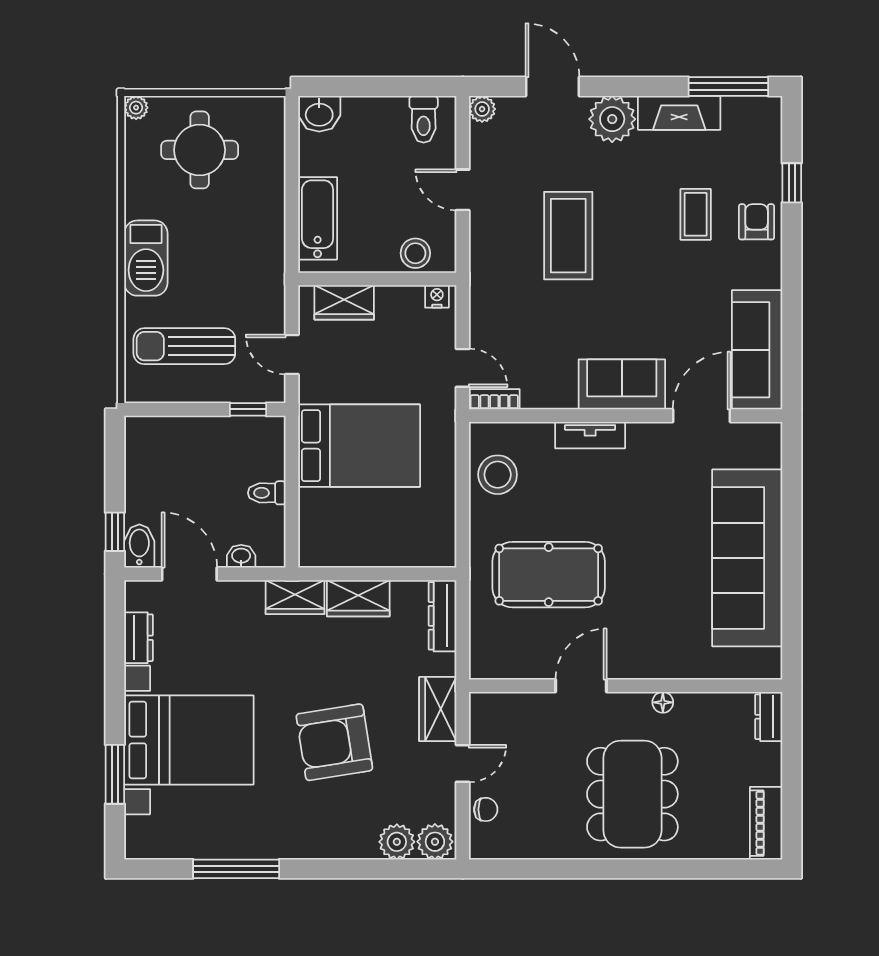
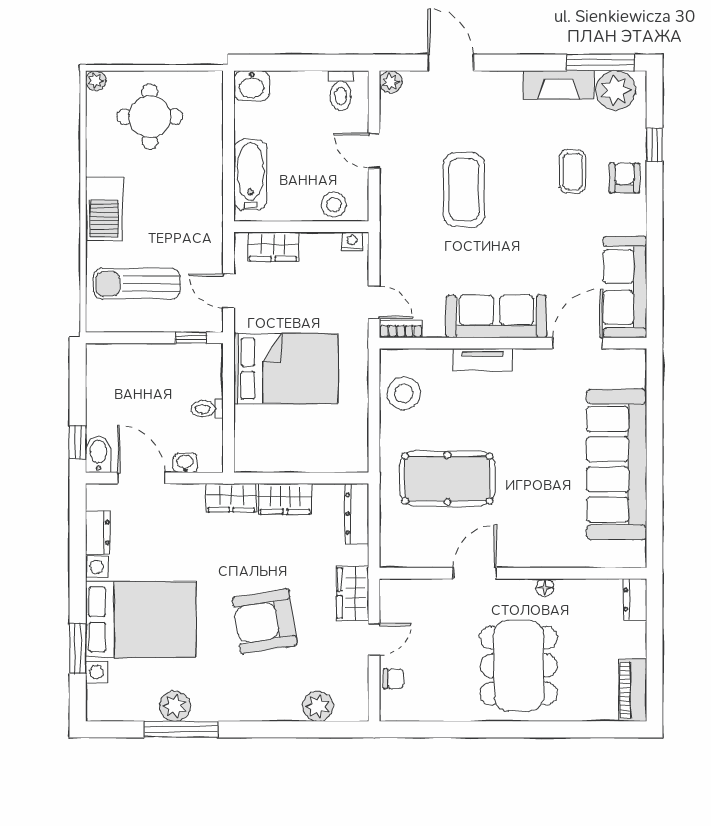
plant: (612, 119) -> (616, 90), moved
sofa: (622, 384) -> (496, 316), width x1.36
plant: (435, 842) -> (175, 706), moved

